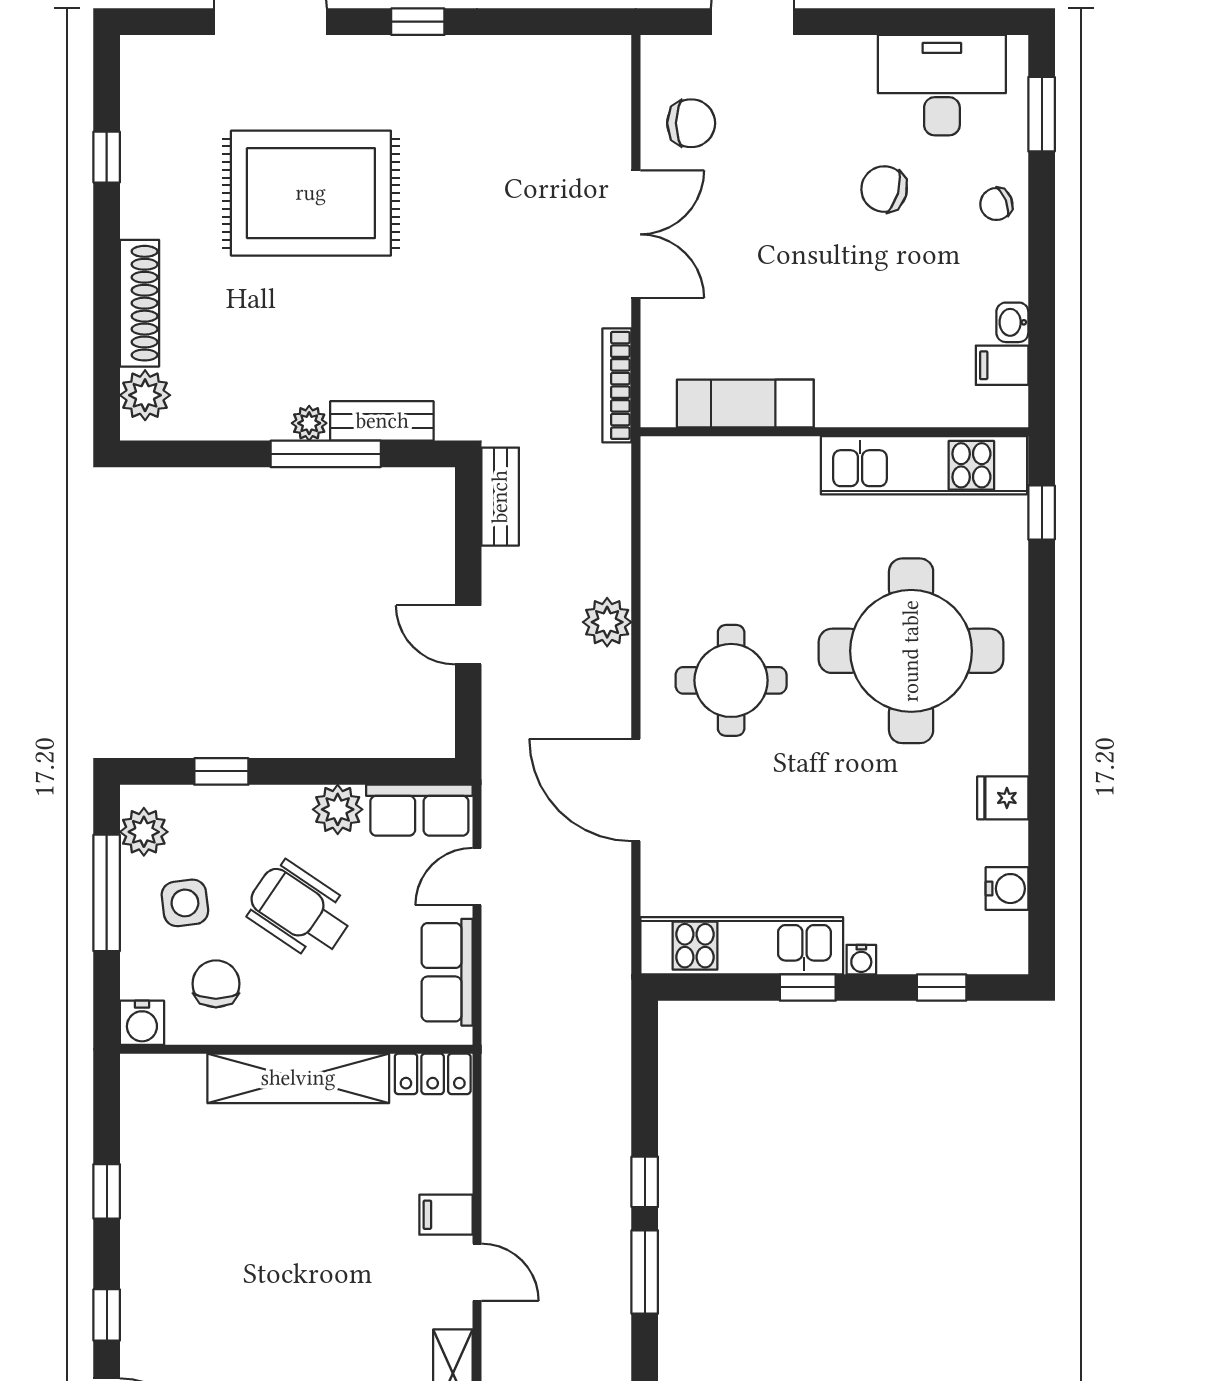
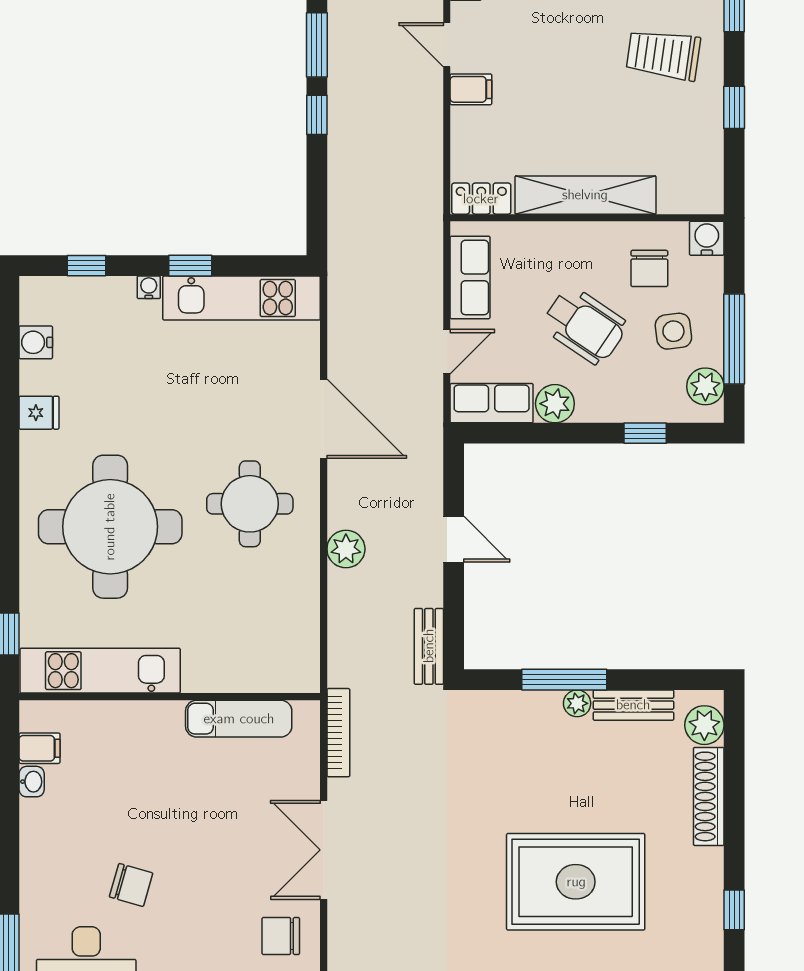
chair: (996, 204) -> (44, 873), removed
bench: (382, 421) -> (633, 705), moved
trolley: (198, 1259) -> (663, 55), added

